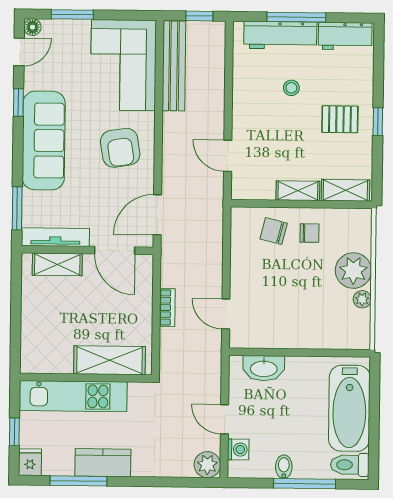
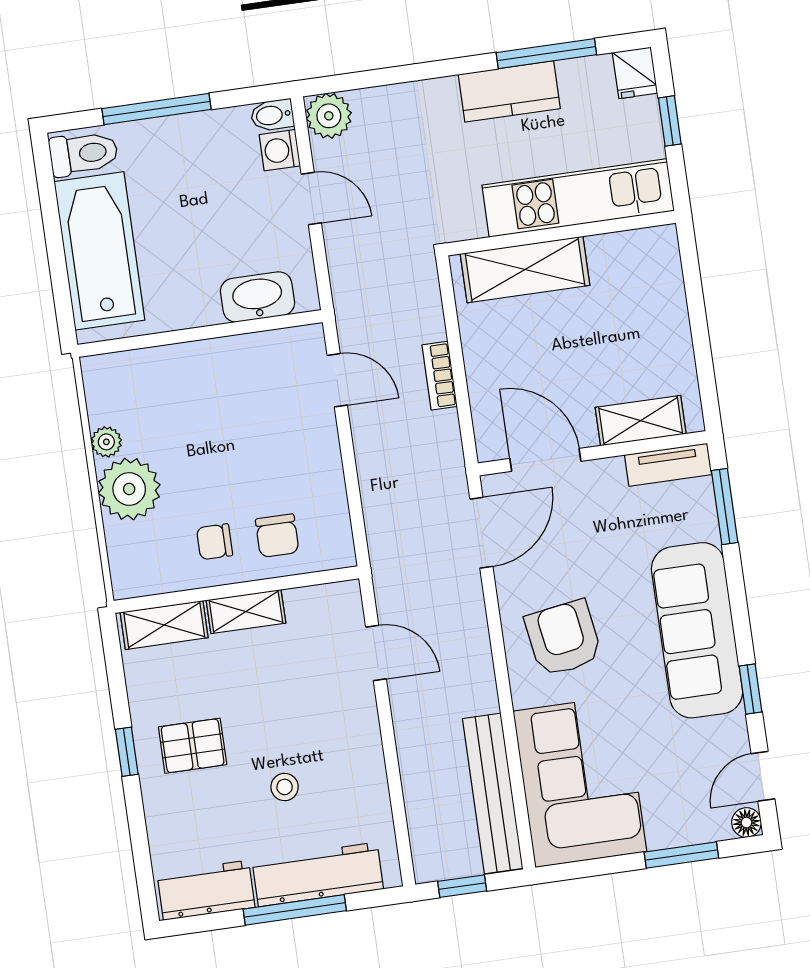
chair: (274, 231) -> (277, 536), turned 76
tv unit: (55, 237) -> (668, 465), width x0.71
bidet: (284, 467) -> (272, 115), moved, turned 90

